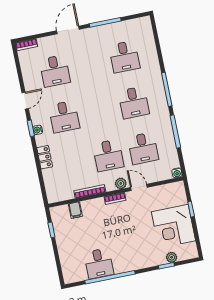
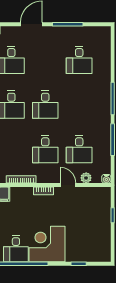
desk: (134, 103) -> (45, 105), moved
plant: (121, 183) -> (86, 178), moved
corner desk: (174, 226) -> (47, 244), moved, turned 90
plant: (172, 257) -> (85, 257), removed

